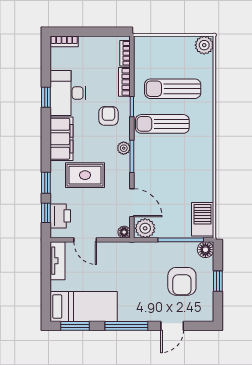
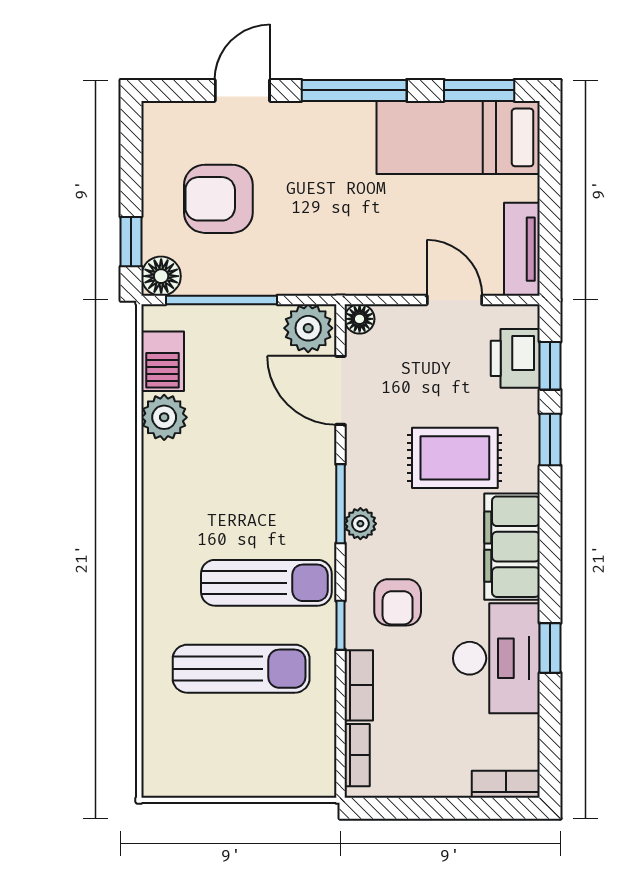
plant: (204, 45) -> (164, 417), moved
barbecue: (203, 219) -> (163, 361), width x0.73, depth x0.79
armchair: (182, 281) -> (218, 199), turned -90
window: (218, 281) -> (131, 242), moved

